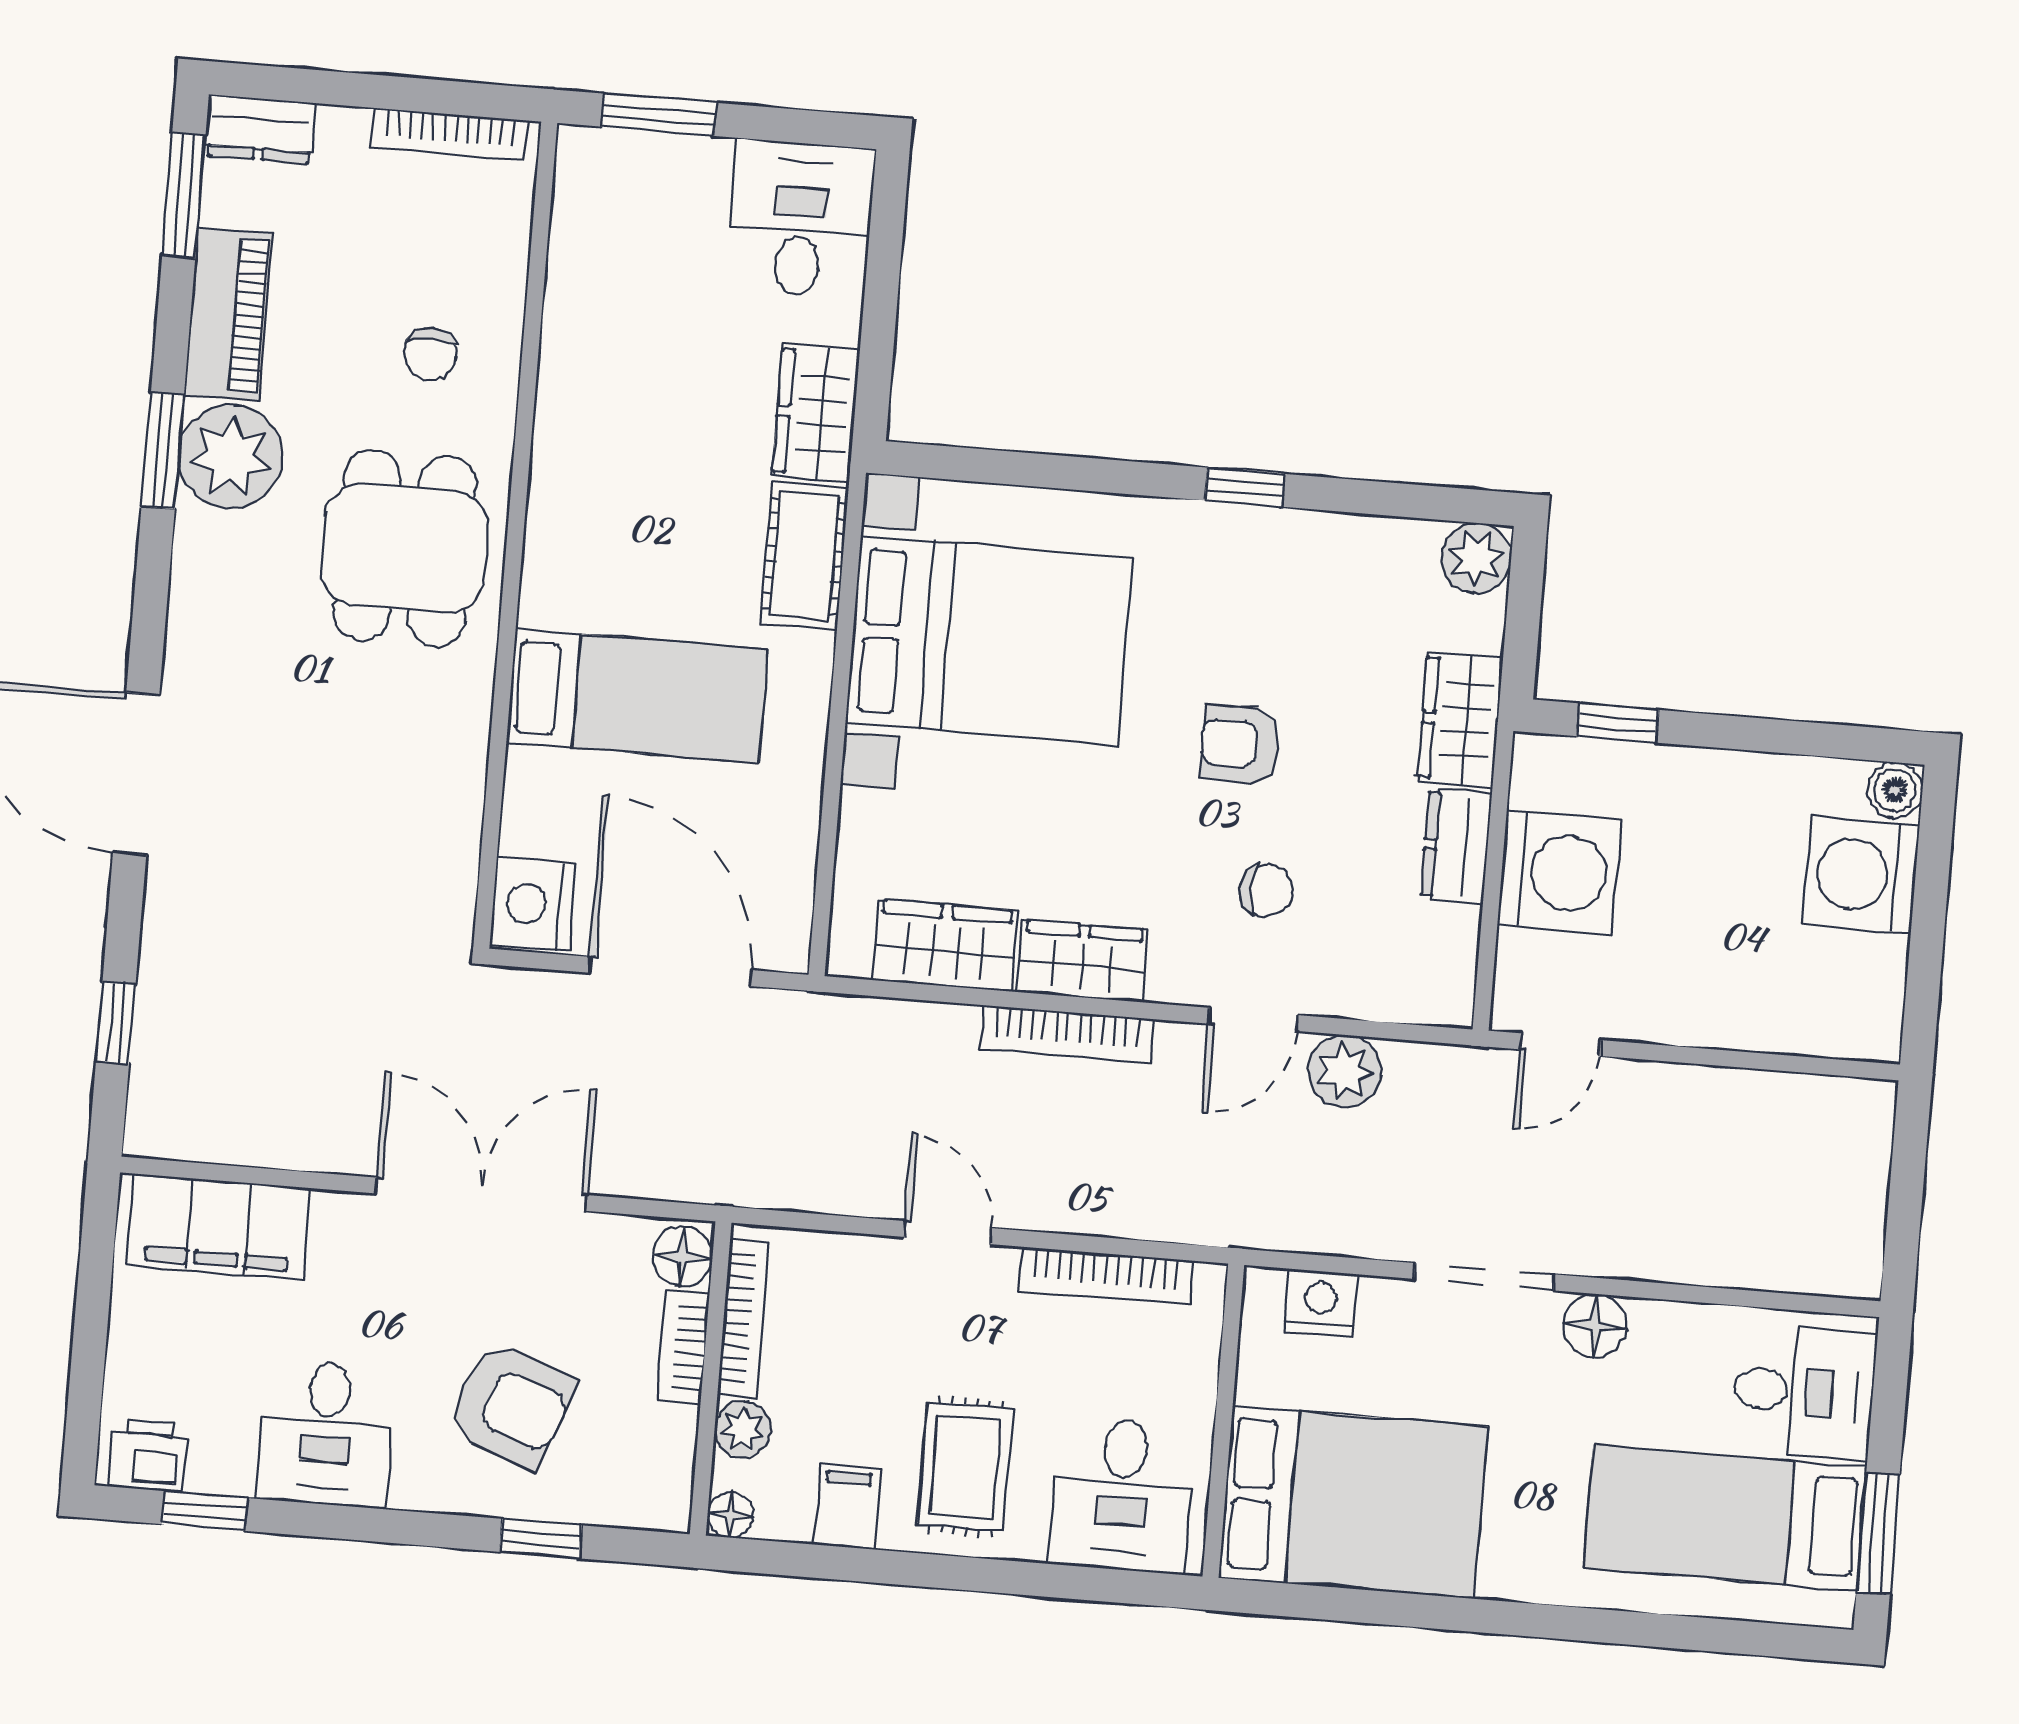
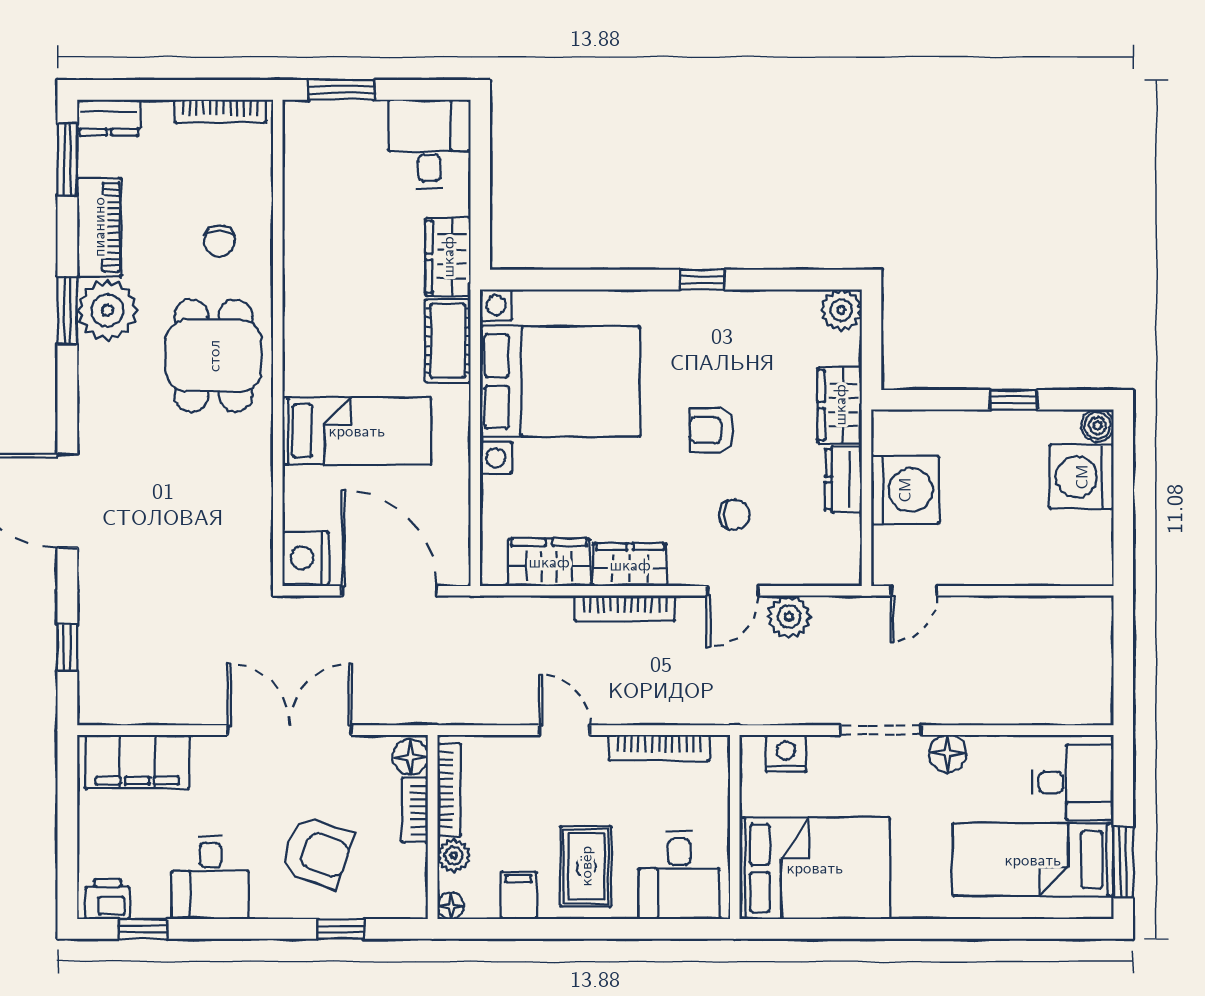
window: (1617, 723) -> (1014, 400), moved

